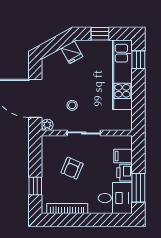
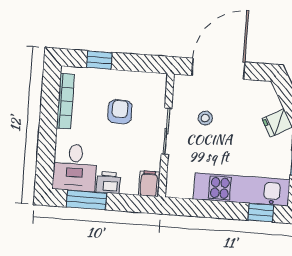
plant: (47, 125) -> (181, 82), removed
filing cabinet: (123, 156) -> (149, 184), moved
armchair: (72, 168) -> (120, 112), turned 67

